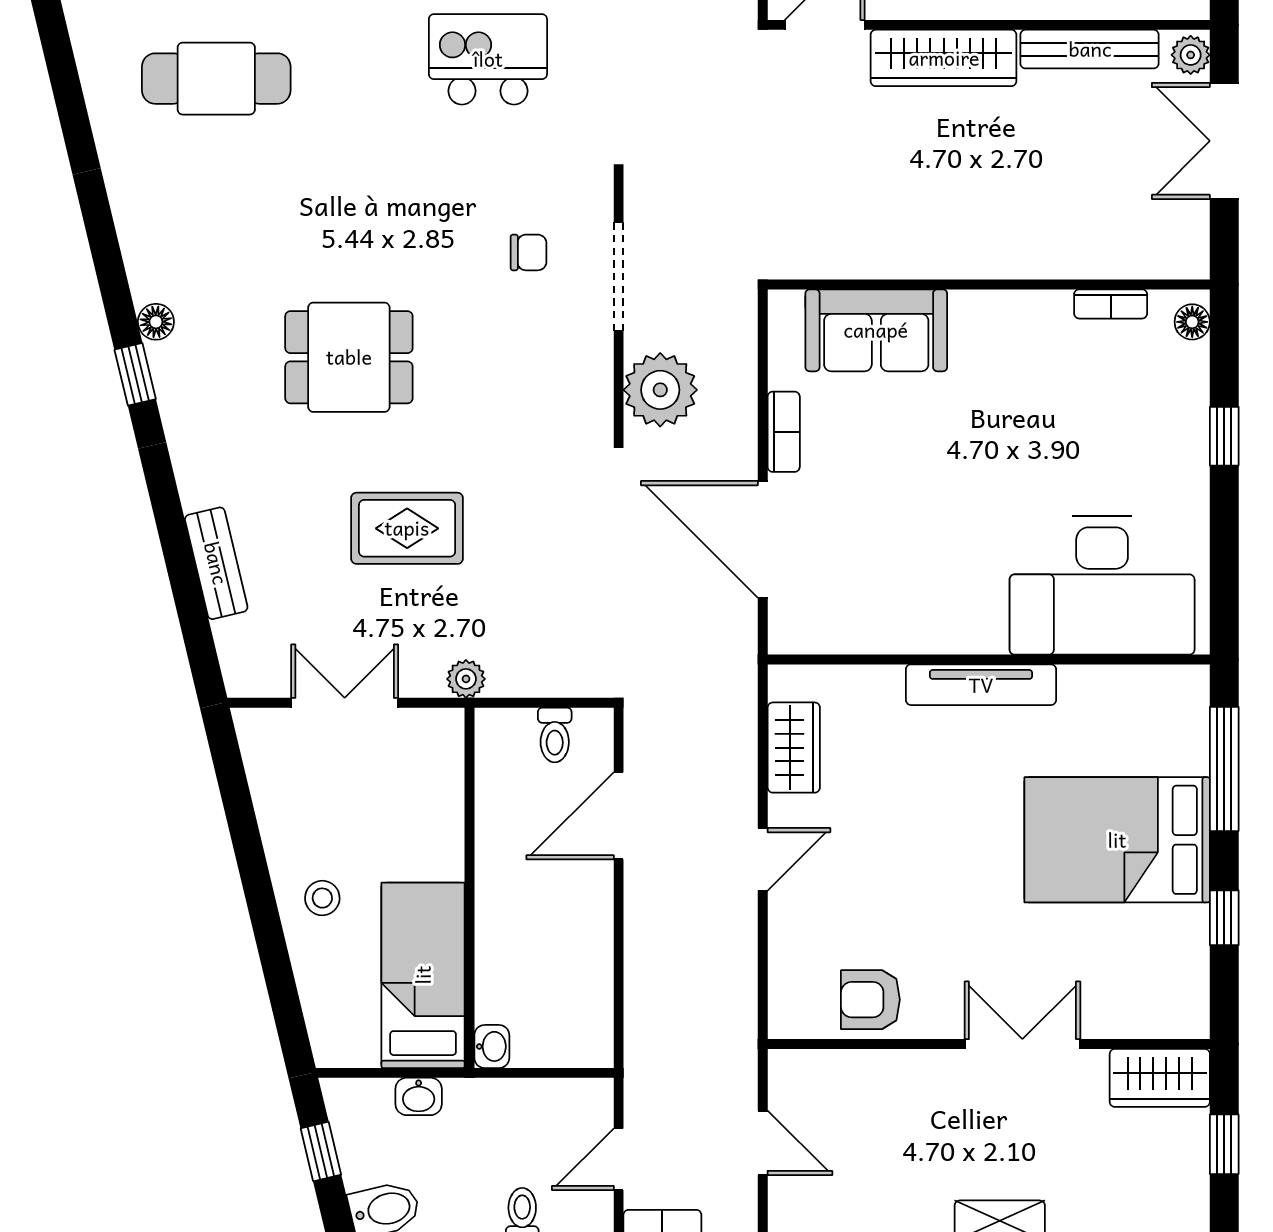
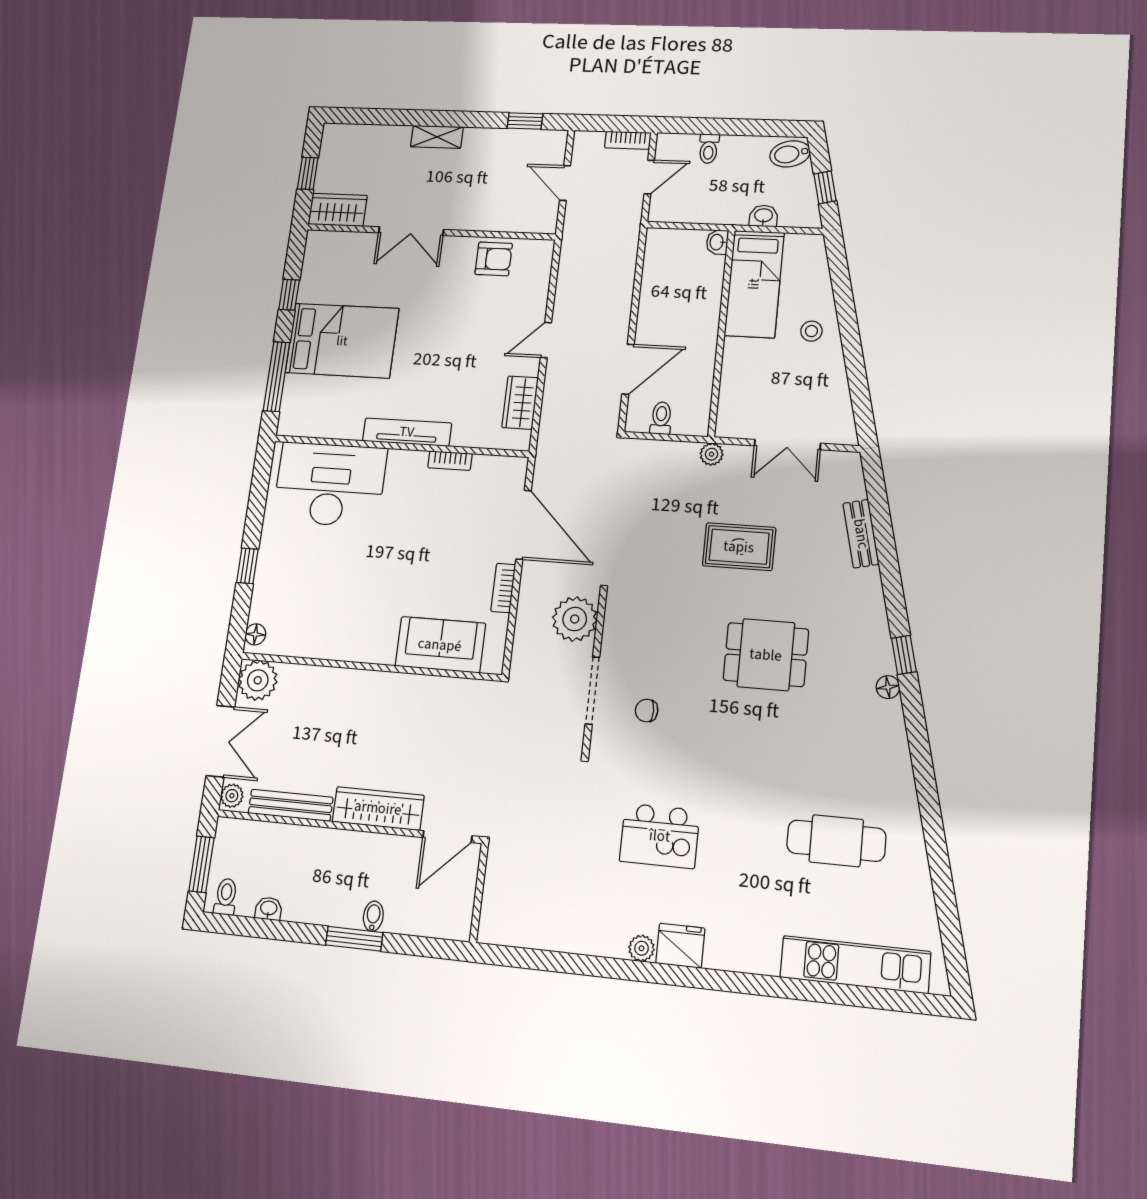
plant: (1176, 246) -> (258, 680), added
bookcase: (1111, 304) -> (450, 461), moved, turned 180

